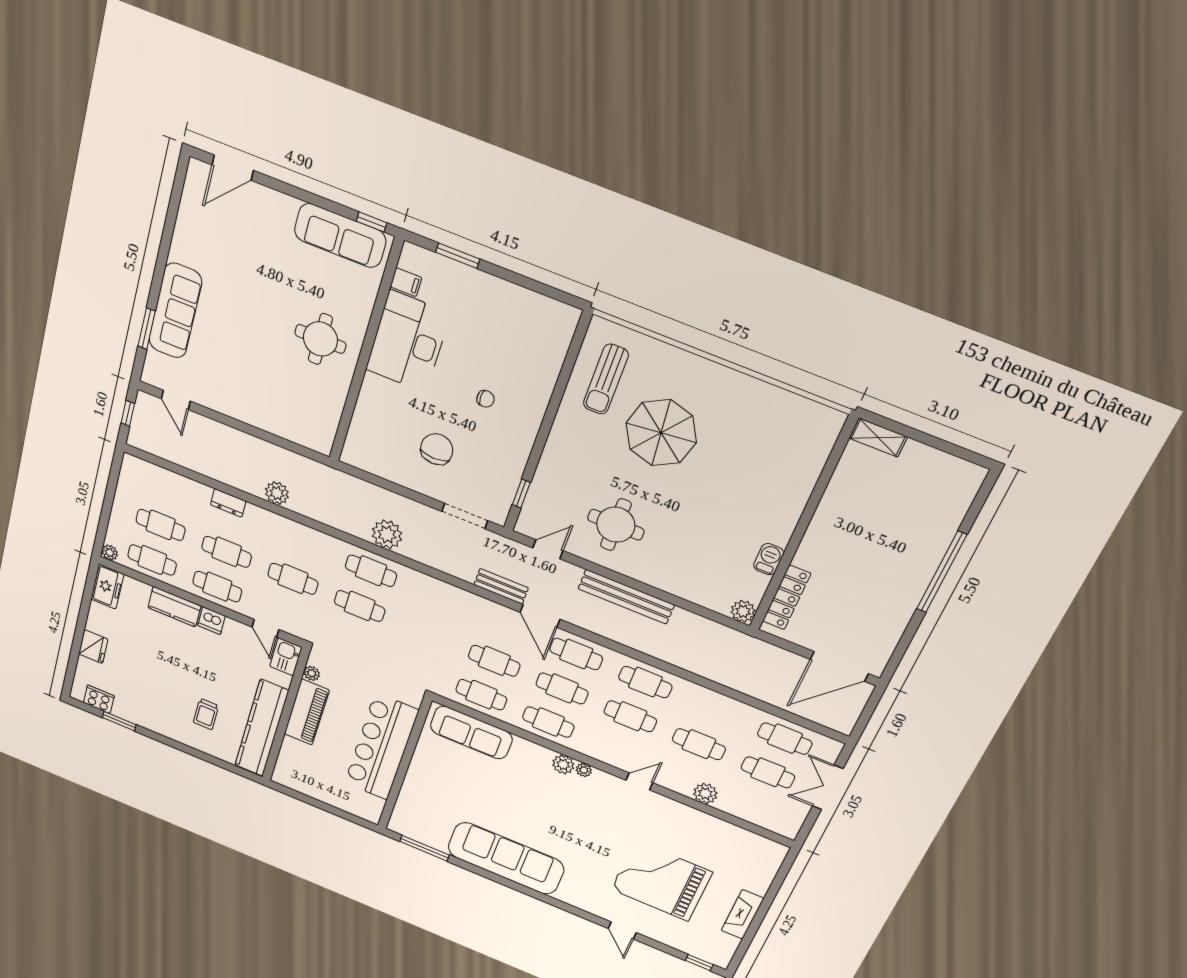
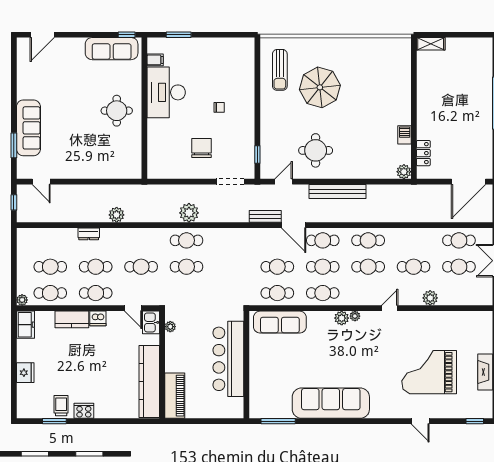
locker: (787, 597) -> (423, 153), width x0.66
cooker: (99, 699) -> (84, 411), moved
piano: (307, 712) -> (175, 396), moved
trolley: (206, 714) -> (61, 406), moved, turned 180

